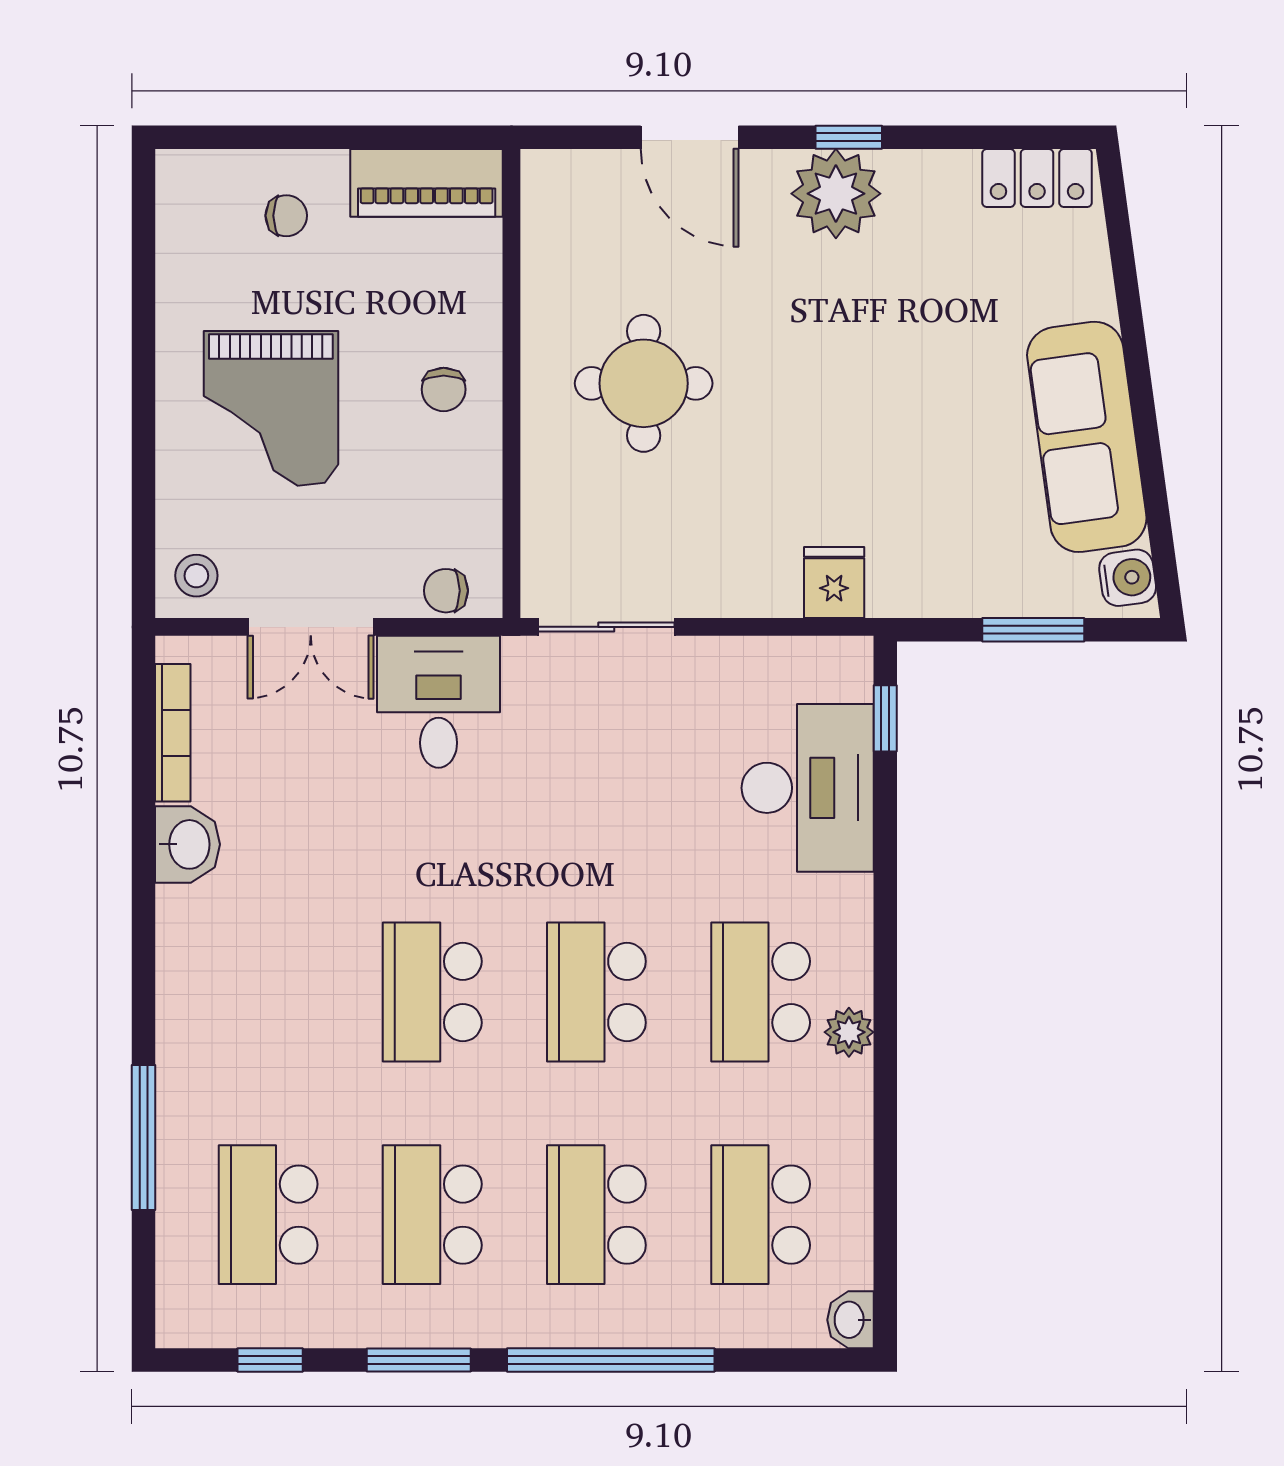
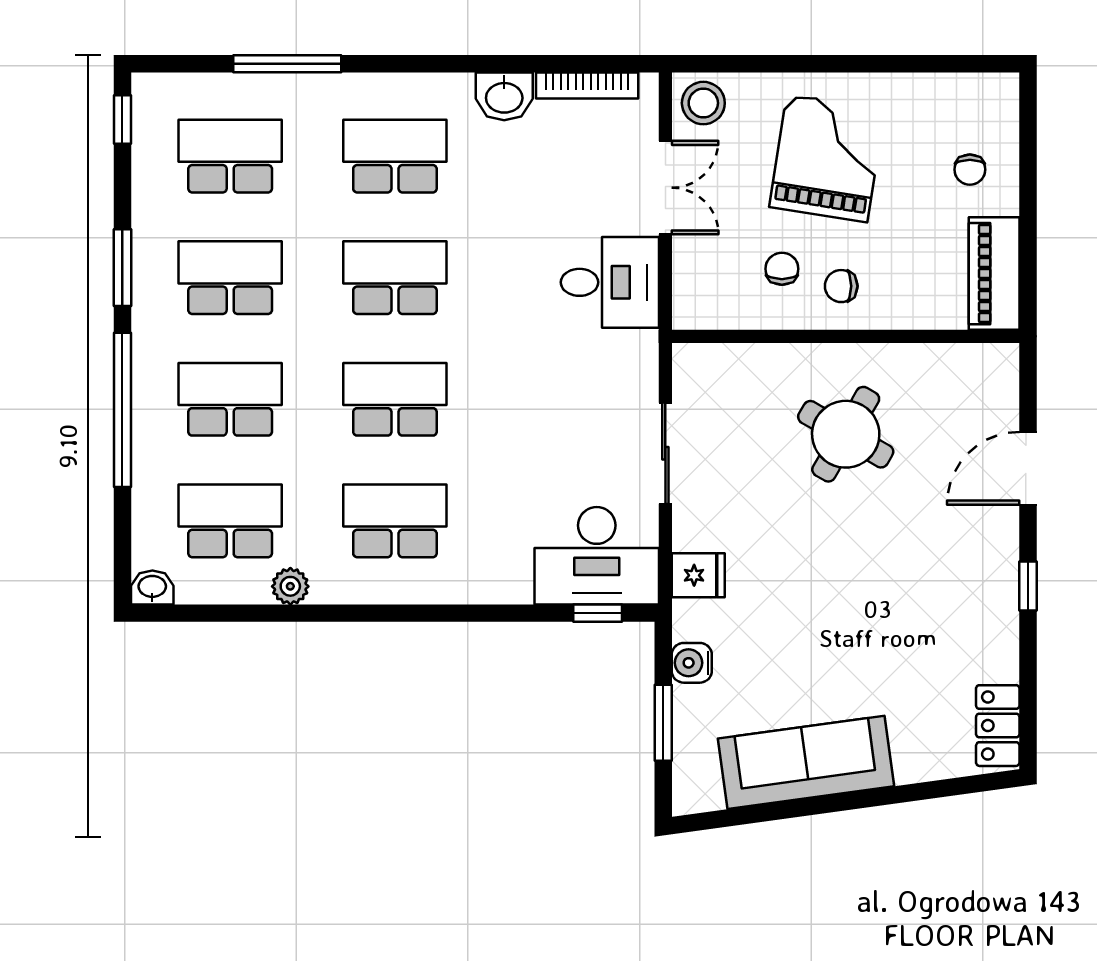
plant: (836, 194) -> (986, 577), removed
round table: (644, 383) -> (846, 434), turned 30
grand piano: (271, 408) -> (827, 158), turned 99
stool: (196, 576) -> (703, 103), width x1.37, depth x1.37
water cooler: (1128, 578) -> (692, 663), moved, turned 98
chair: (446, 591) -> (782, 269), moved
double door: (311, 627) -> (665, 188), swing flipped
sliding door: (606, 627) -> (665, 453), moved
desk: (808, 788) -> (597, 556), moved
school desk: (268, 992) -> (395, 156), added
plant: (849, 1032) -> (290, 586), moved
window: (270, 1360) -> (122, 120), moved

